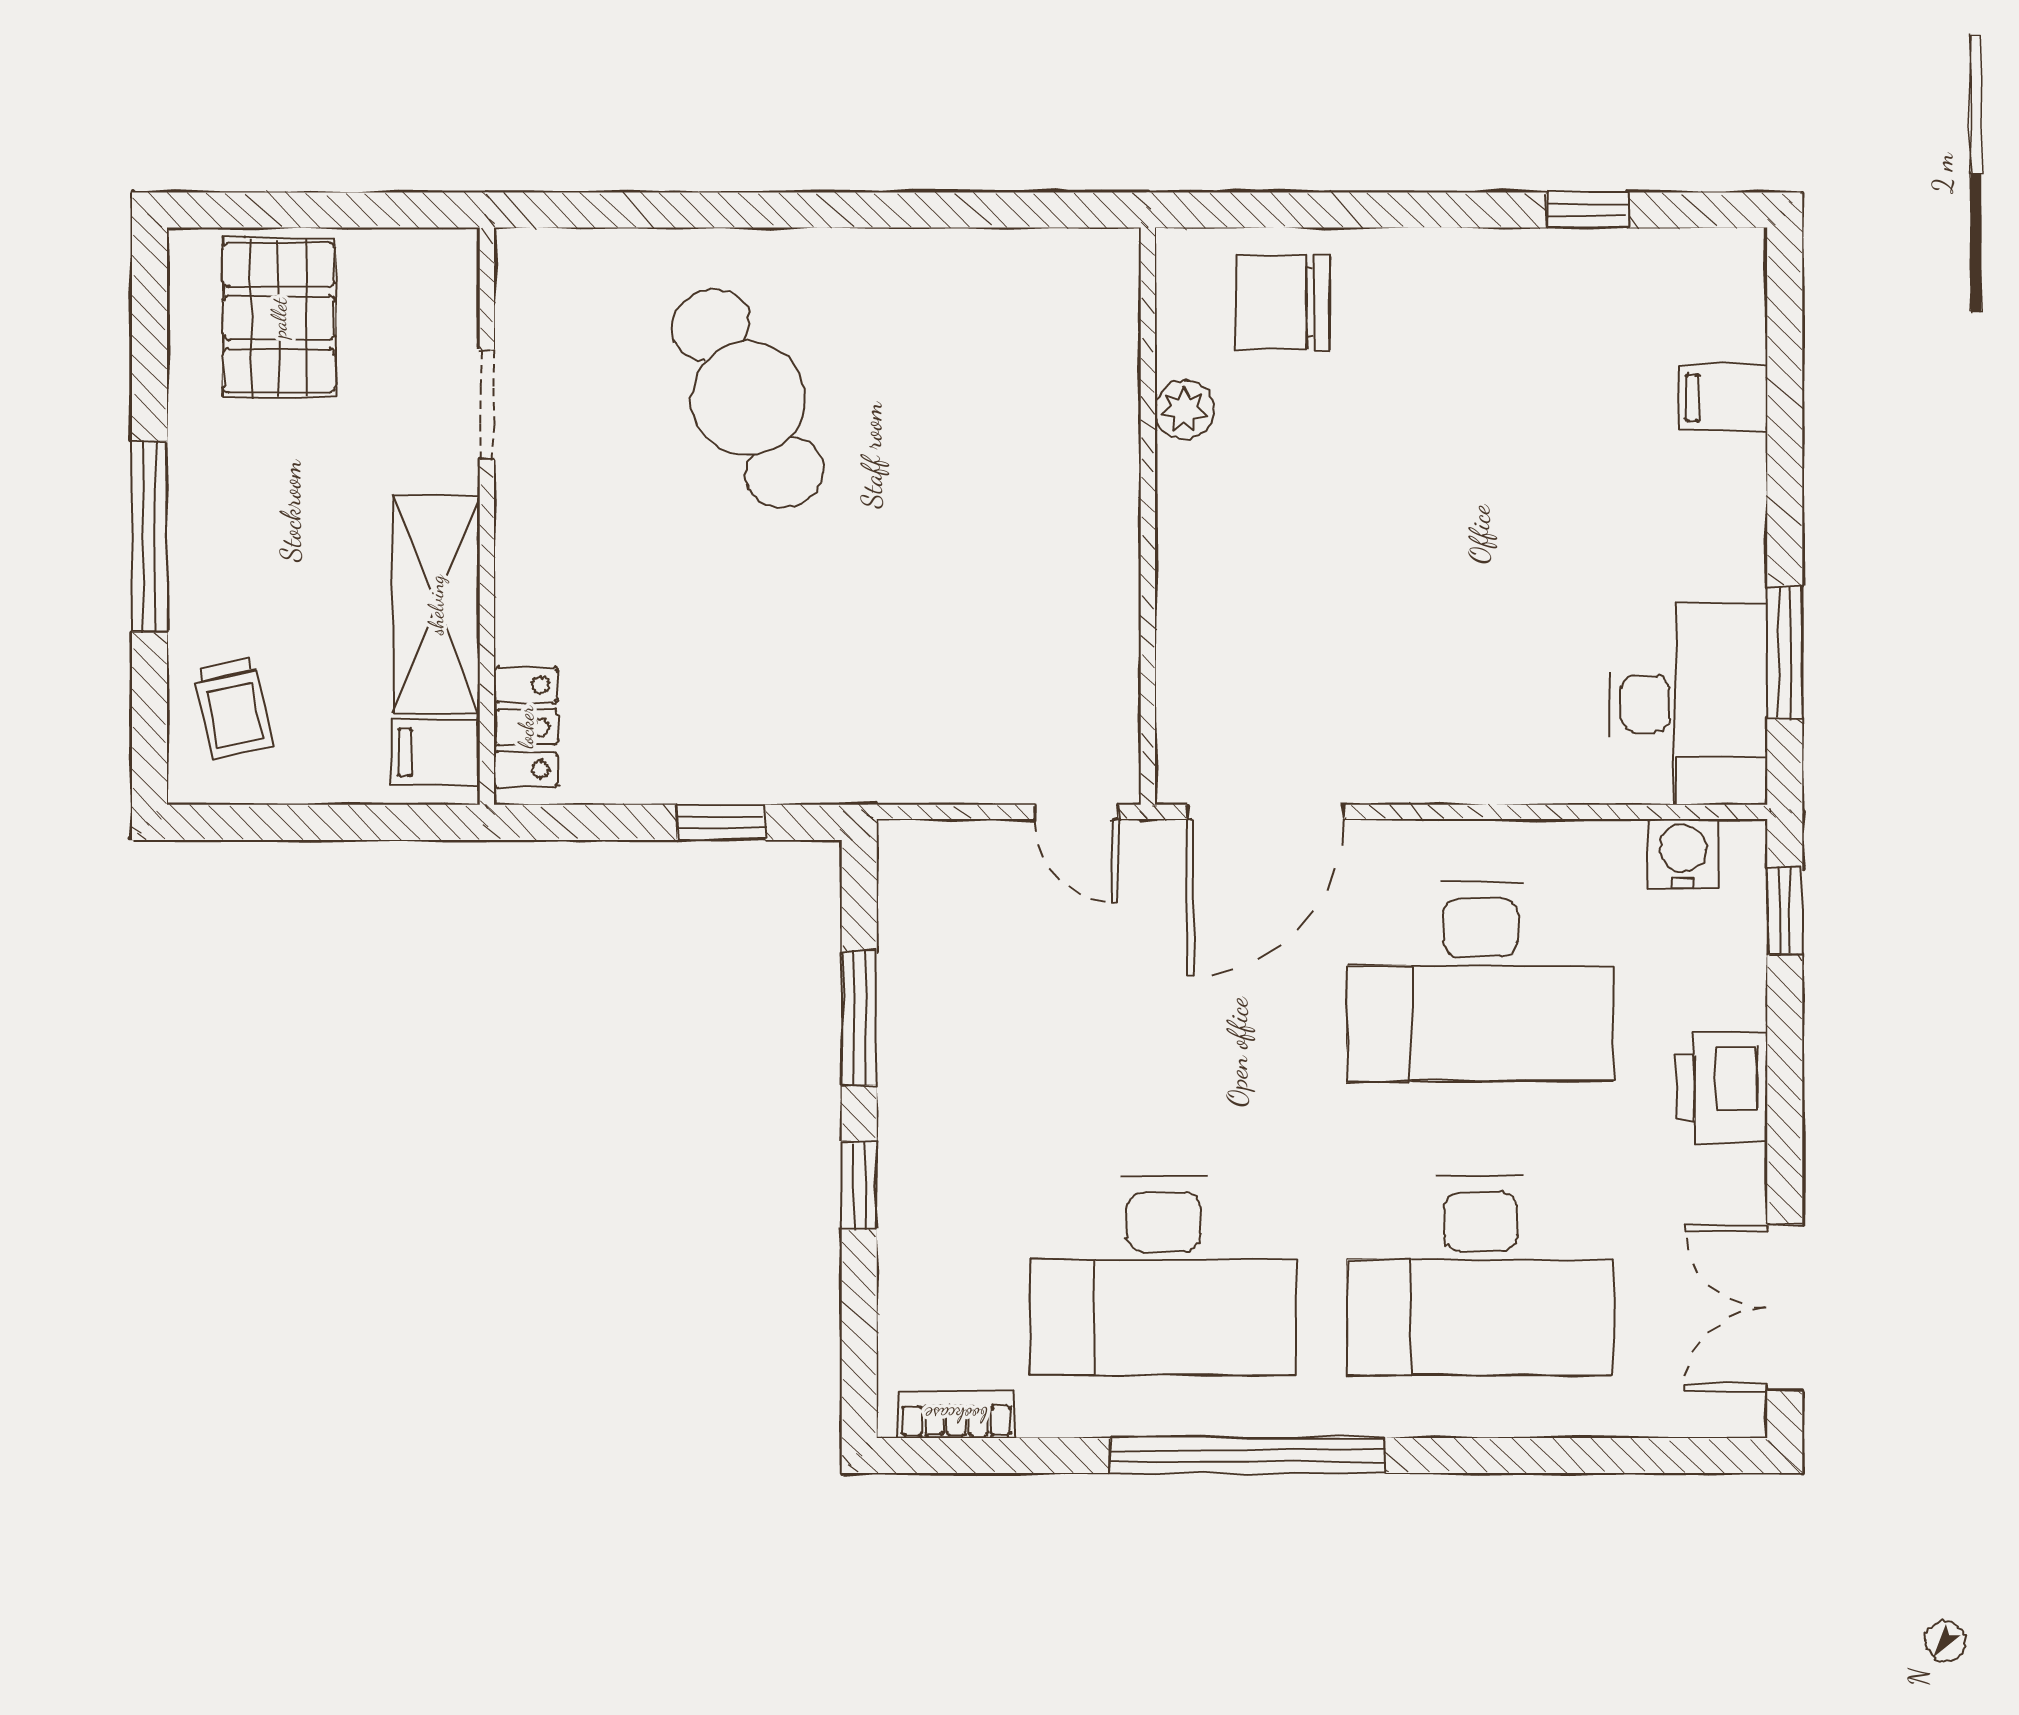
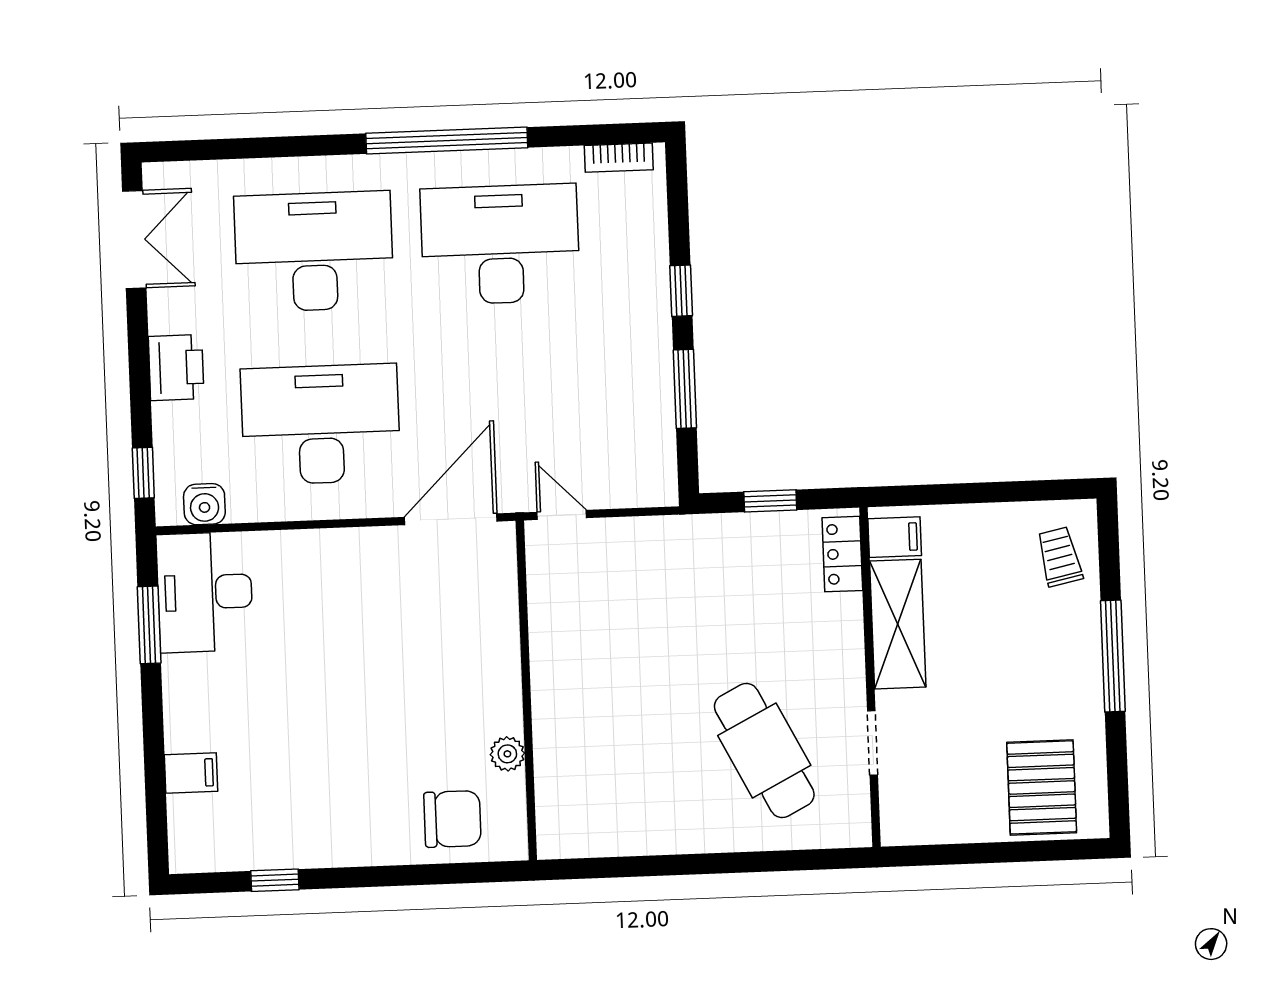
doorway: (487, 404) -> (873, 743), moved
wall: (487, 516) -> (870, 677), moved
shelving: (436, 605) -> (898, 624), moved
locker: (526, 727) -> (842, 554), moved
filing cabinet: (436, 752) -> (895, 537), moved

